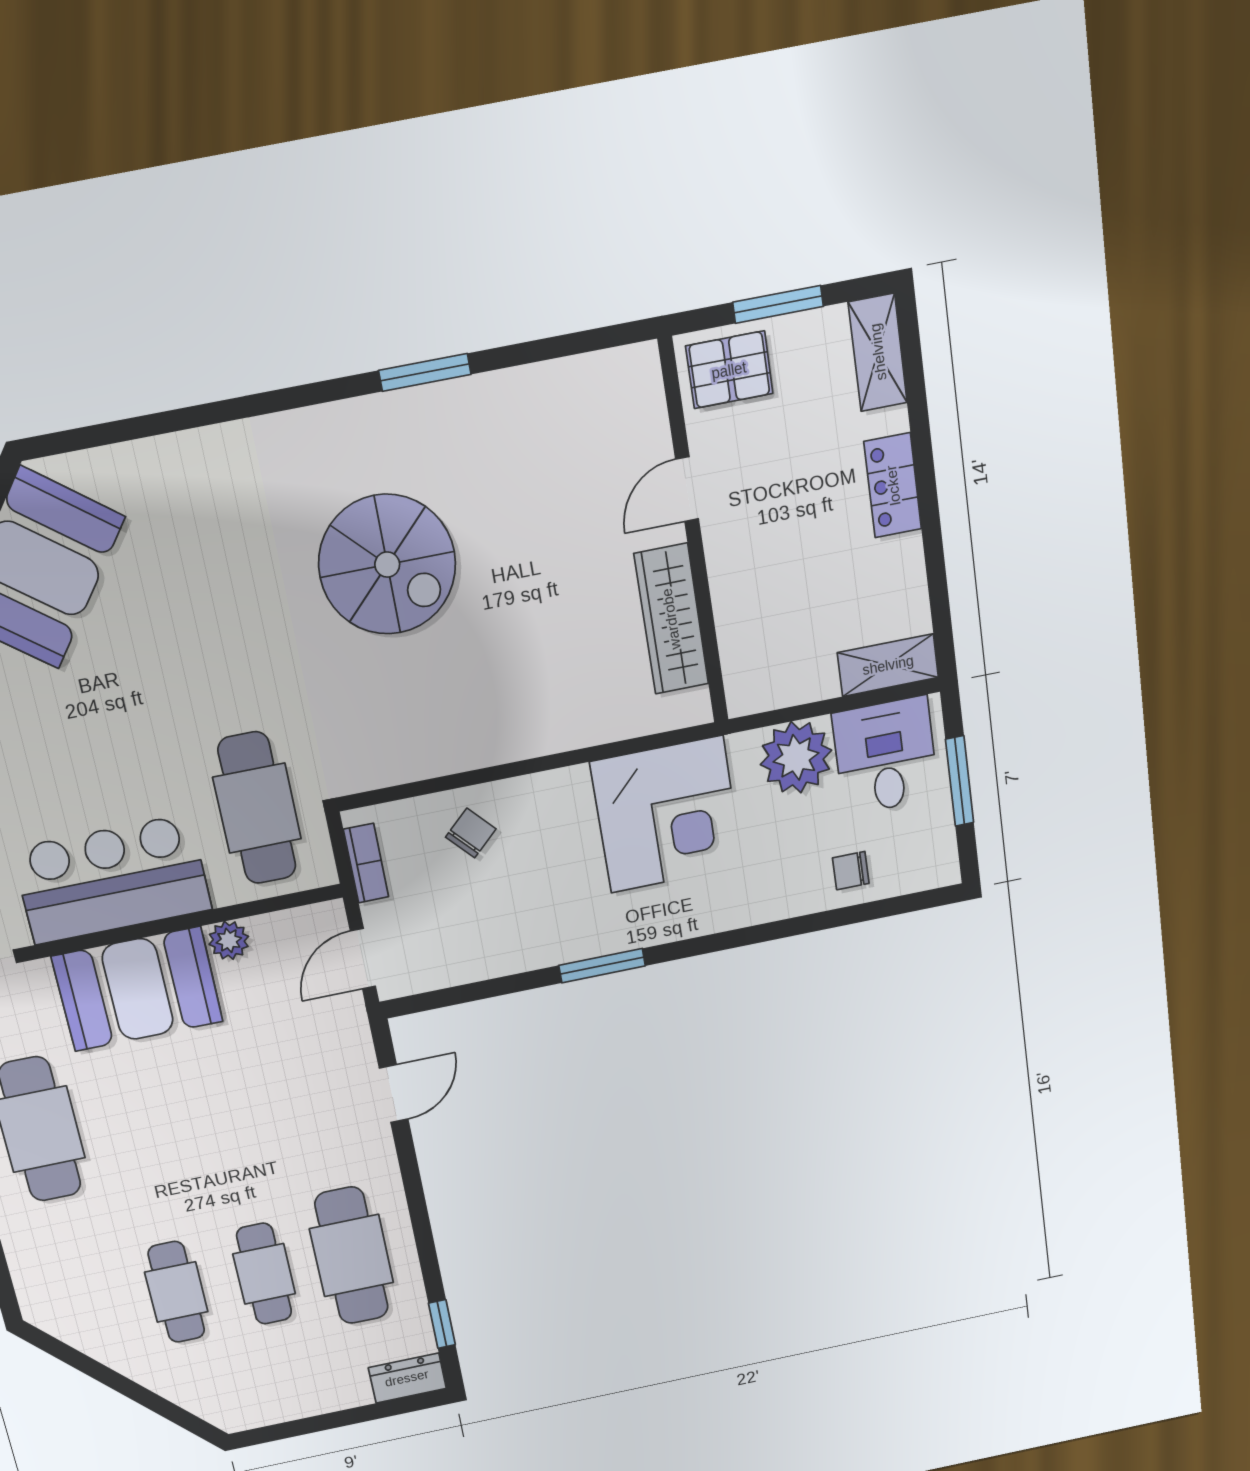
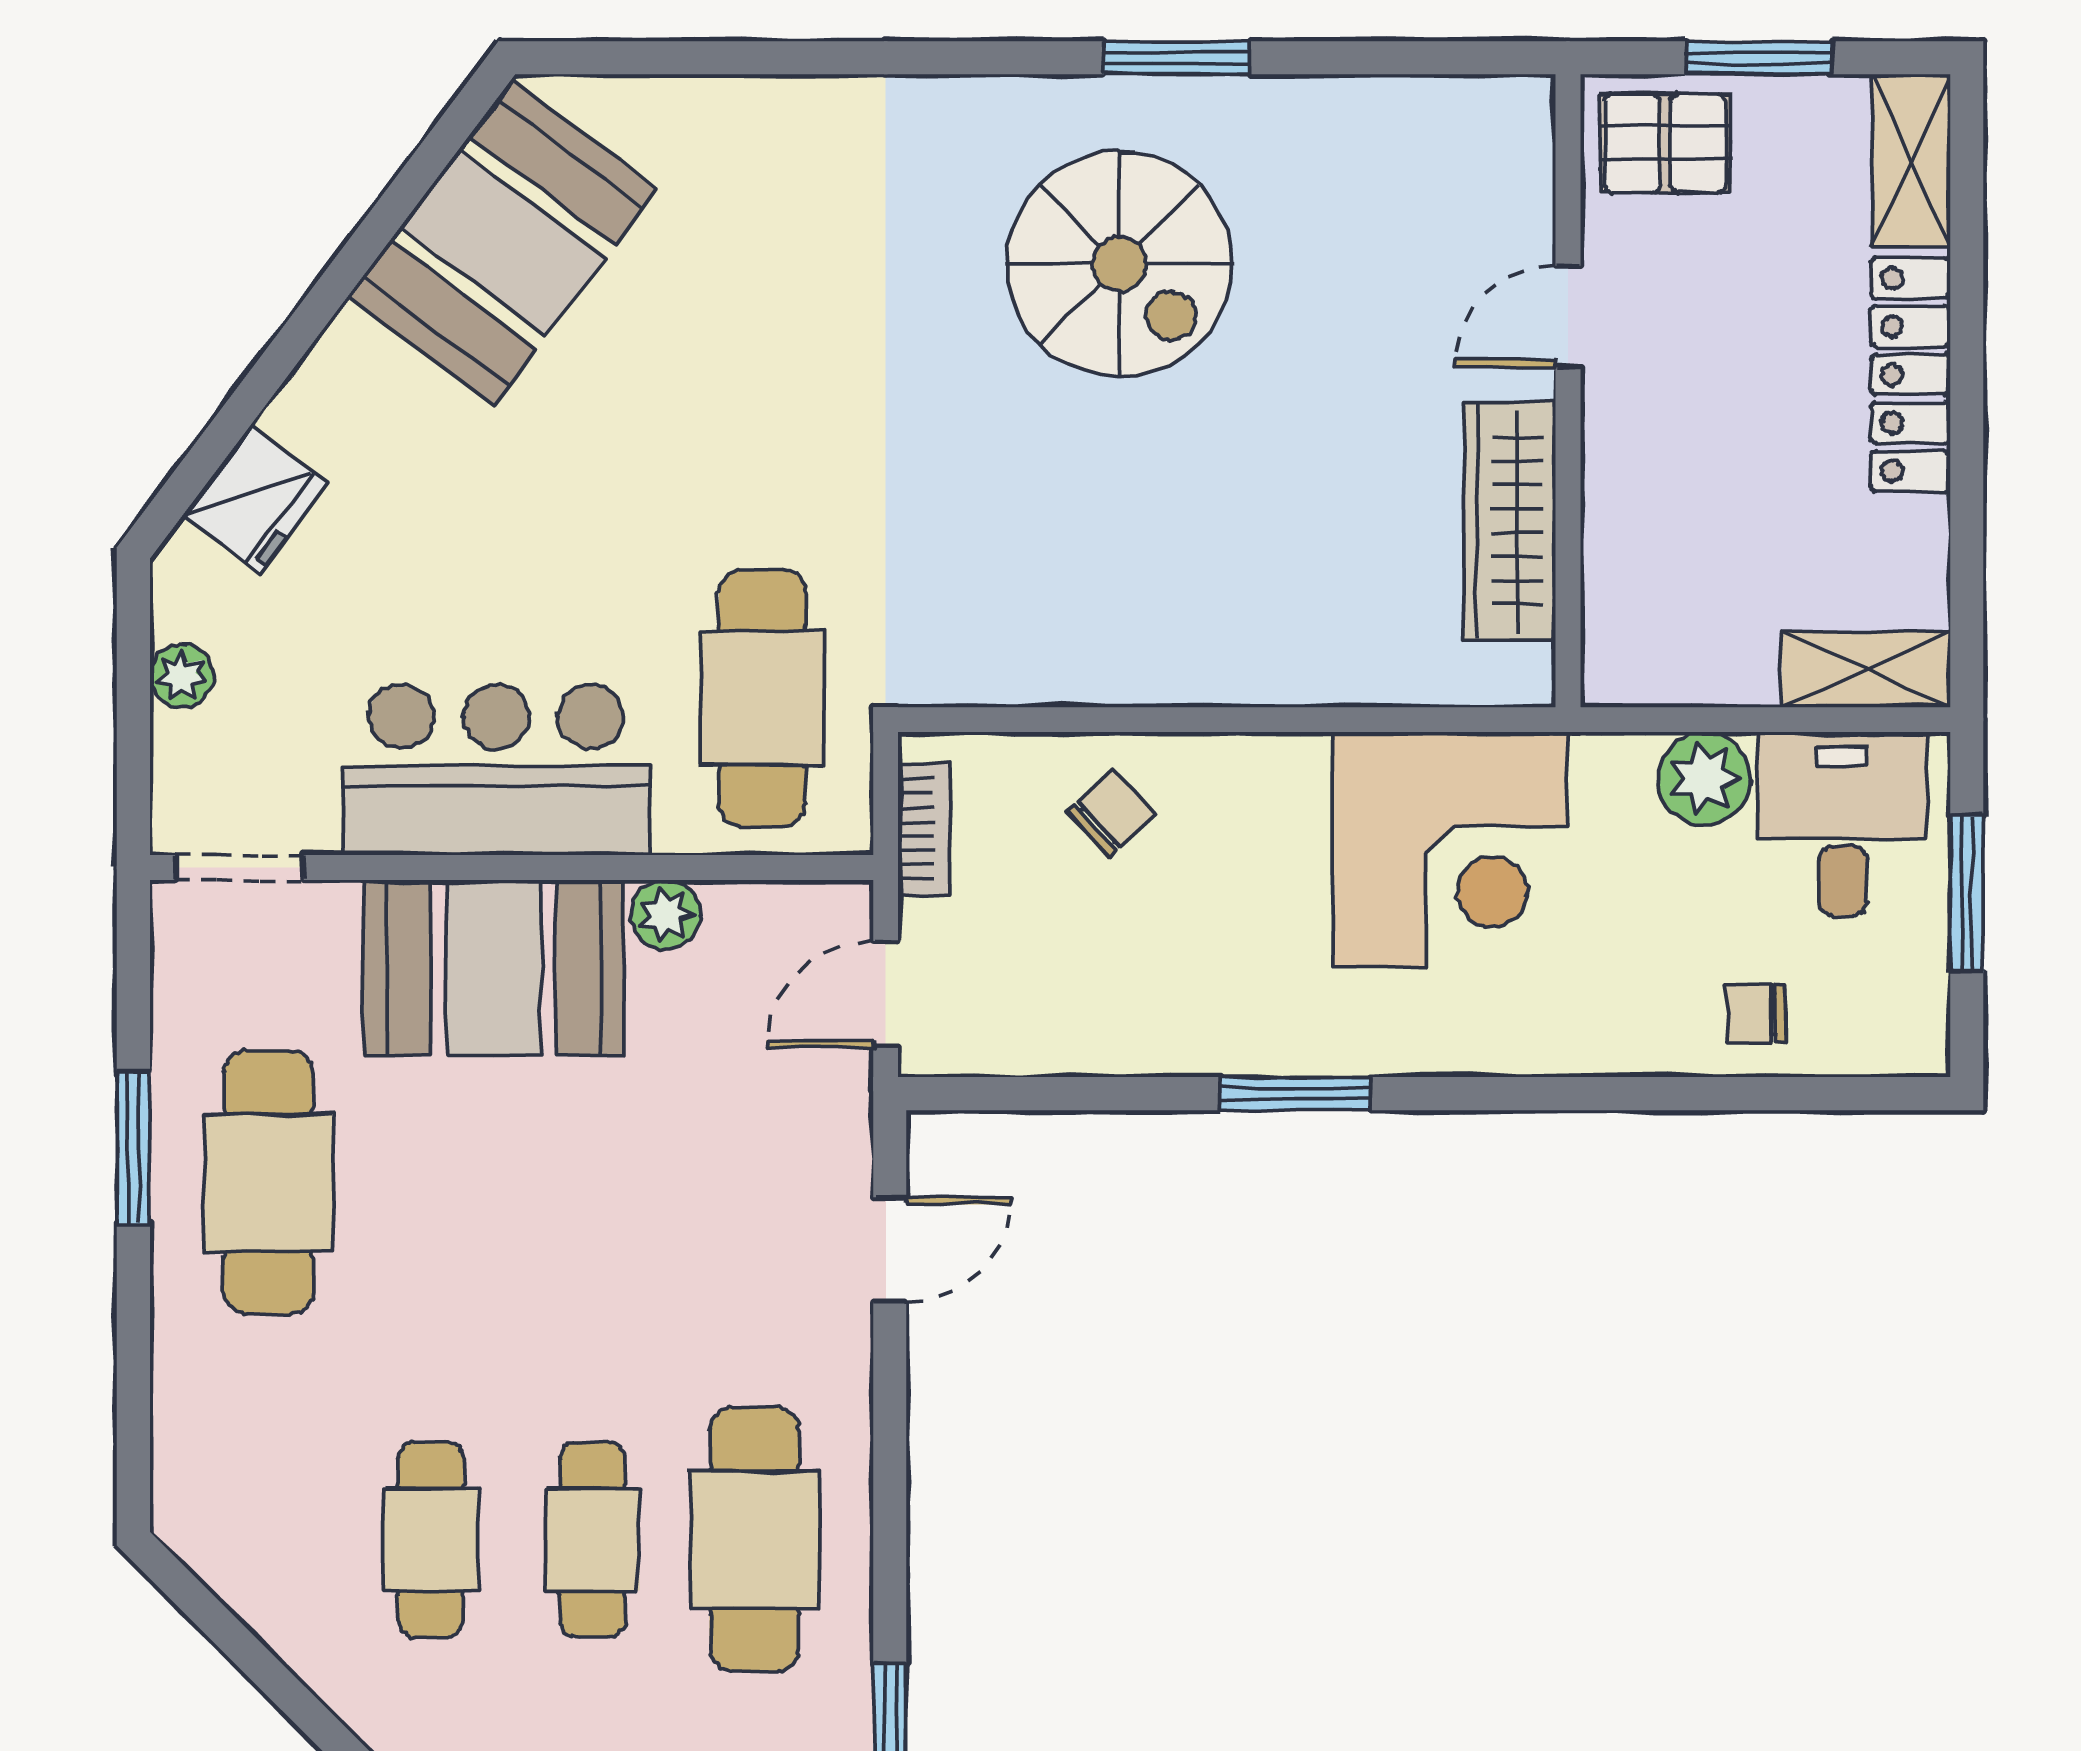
locker: (893, 485) -> (1910, 375), width x1.53
spiral stairs: (387, 565) -> (1119, 264), moved
plant: (796, 757) -> (1704, 778), width x0.73, depth x0.73

